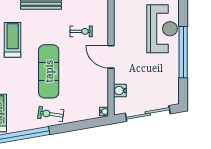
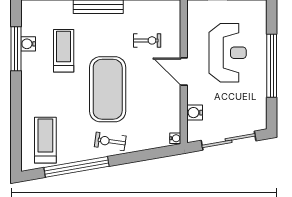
reception desk: (162, 29) -> (228, 53), moved
exercise mat: (49, 71) -> (108, 89), width x1.47

